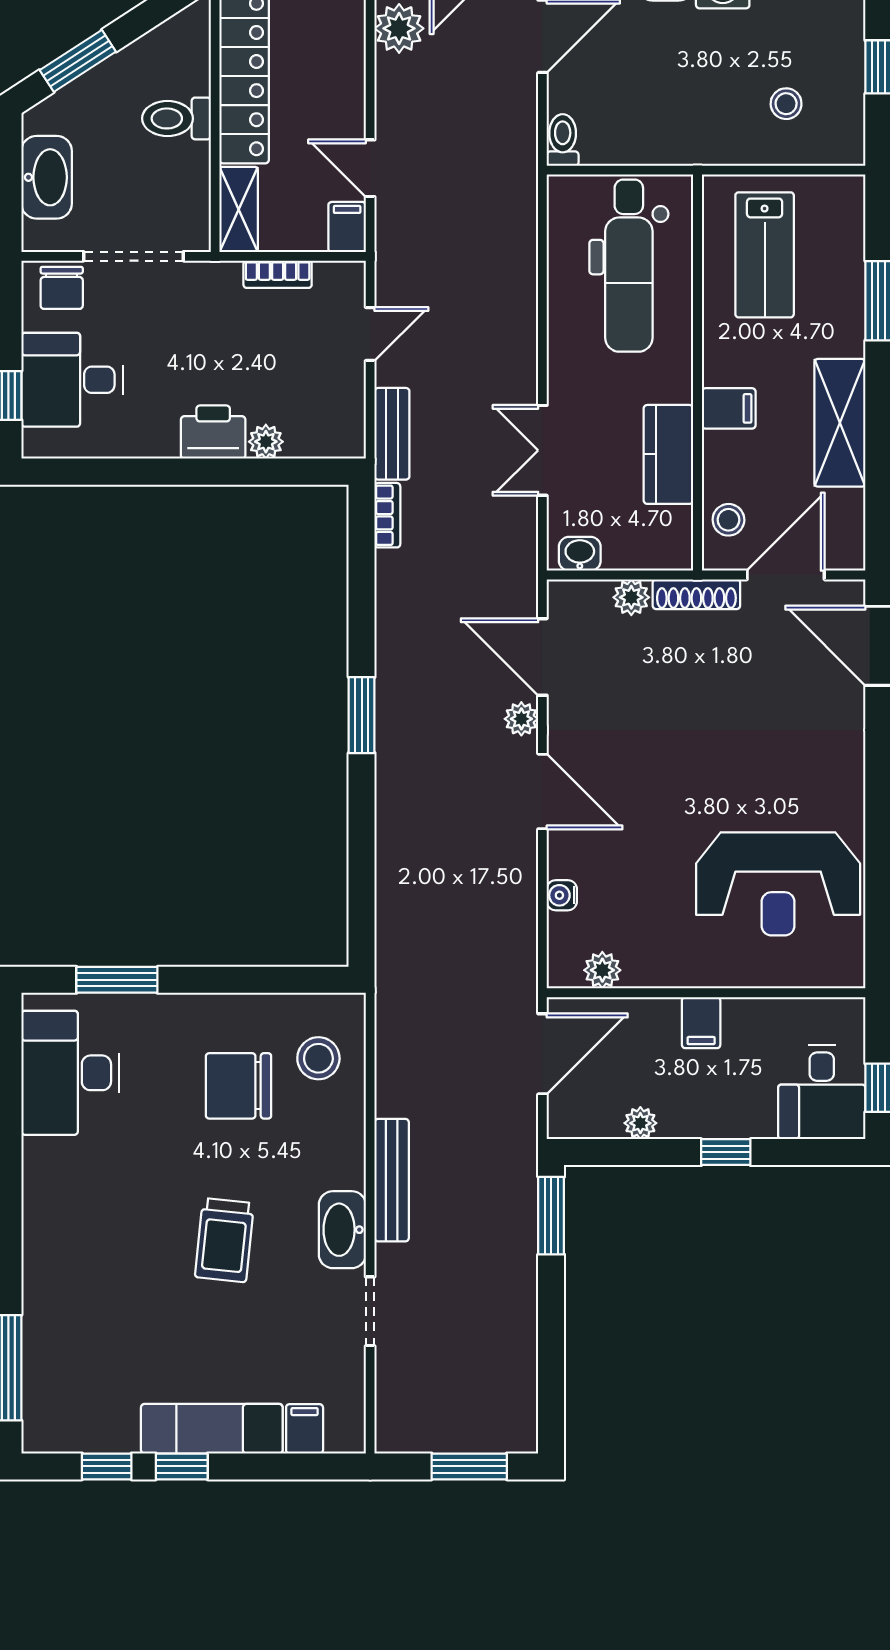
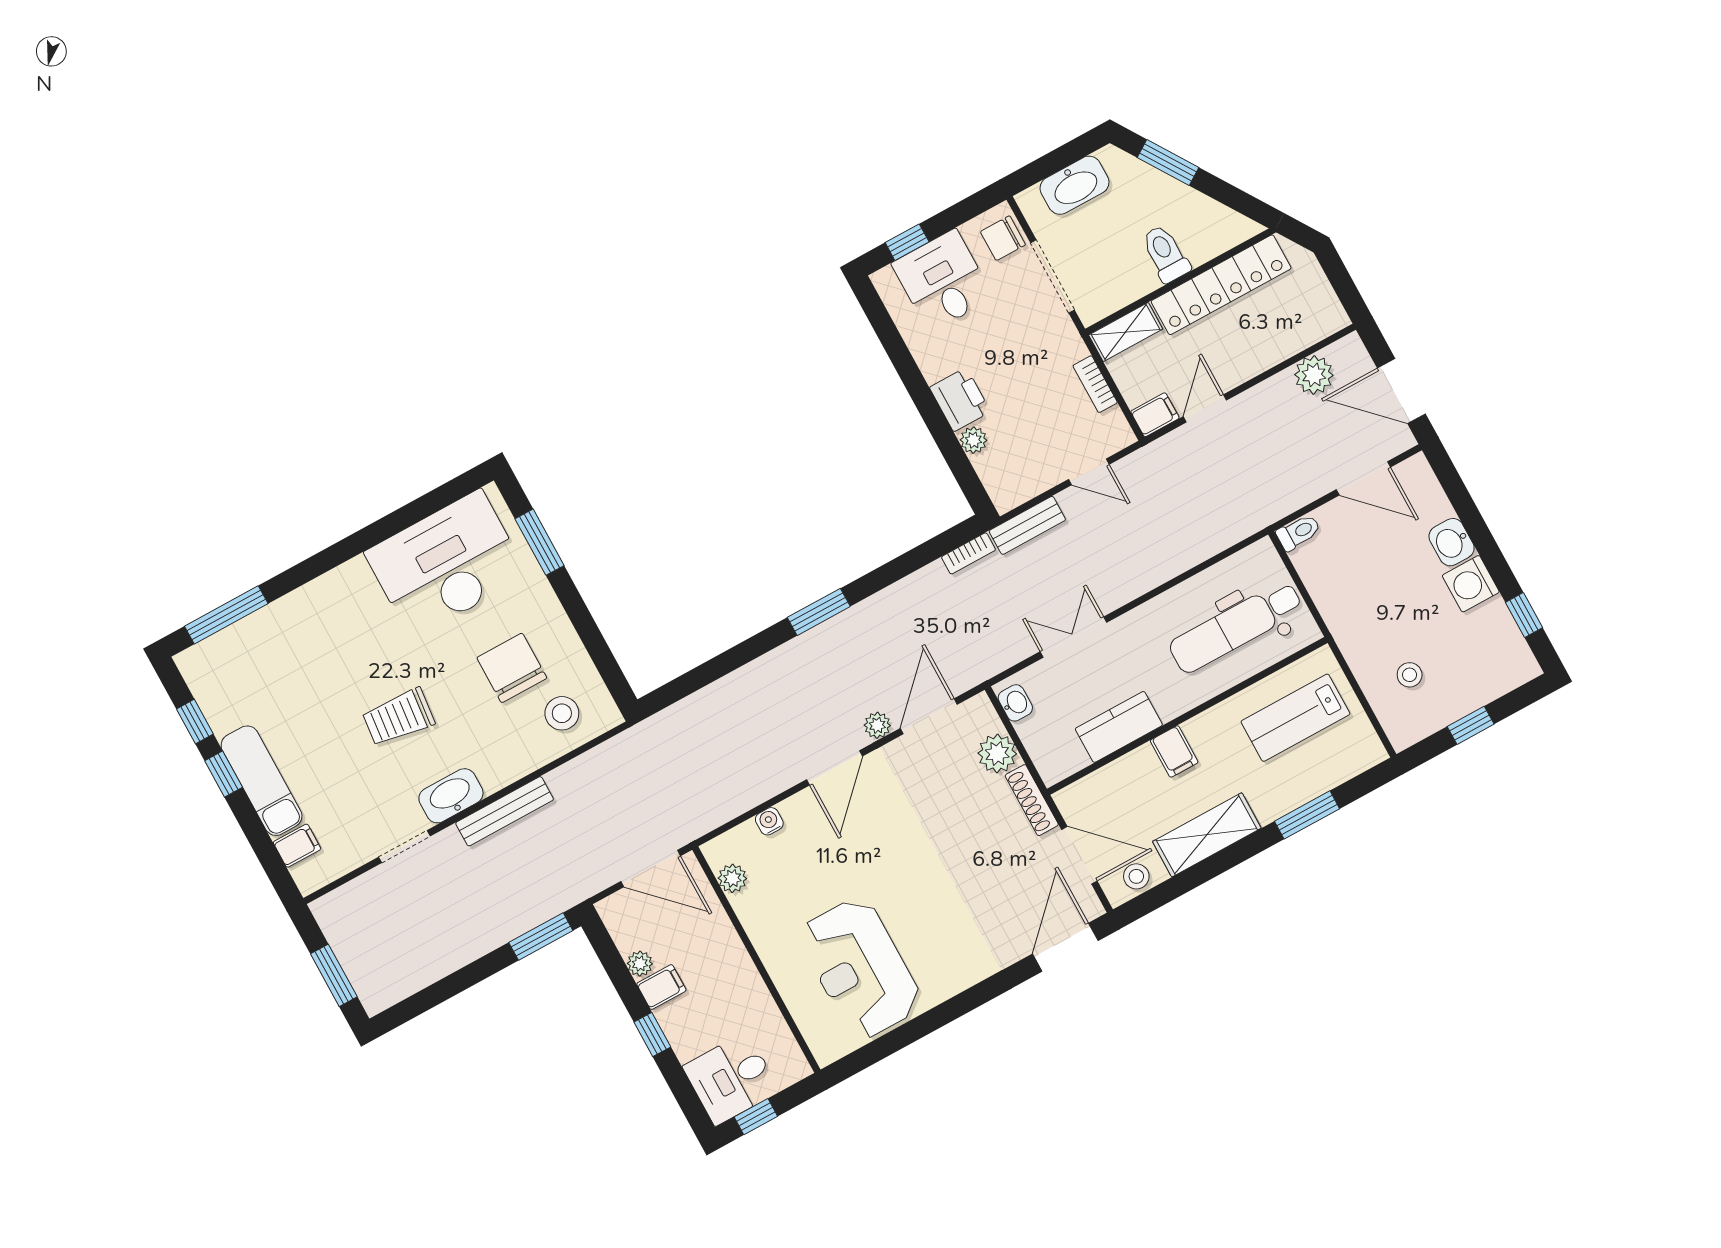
stool: (728, 520) -> (1136, 876), moved
plant: (631, 597) -> (997, 753), width x1.38, depth x1.38
filing cabinet: (701, 1023) -> (661, 987), moved, turned 180
desk: (70, 1073) -> (446, 564), width x1.36, depth x1.30

